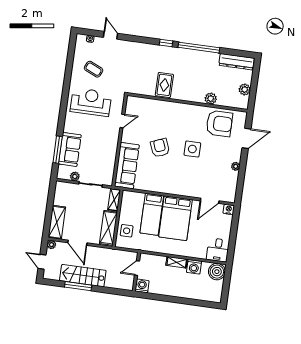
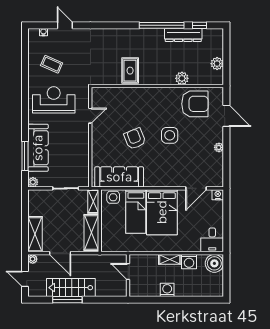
window: (166, 43) -> (200, 25), moved
dresser: (237, 62) -> (183, 35), moved
door: (246, 138) -> (226, 116), hinge flipped
sofa: (70, 149) -> (38, 148), width x1.36
sofa: (127, 166) -> (119, 177), moved, turned -90
plant: (75, 176) -> (33, 182), moved
side table: (127, 231) -> (113, 197), moved
door: (137, 268) -> (128, 271), hinge flipped
washing machine: (142, 286) -> (167, 290), moved

